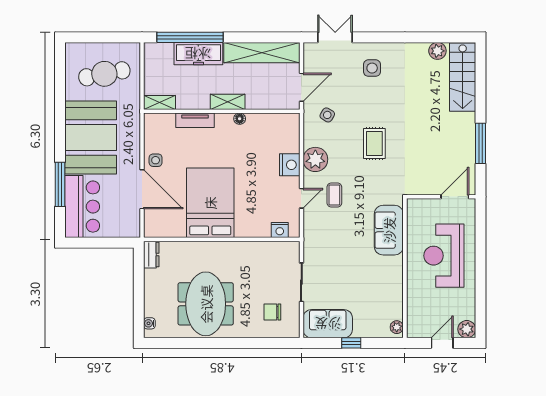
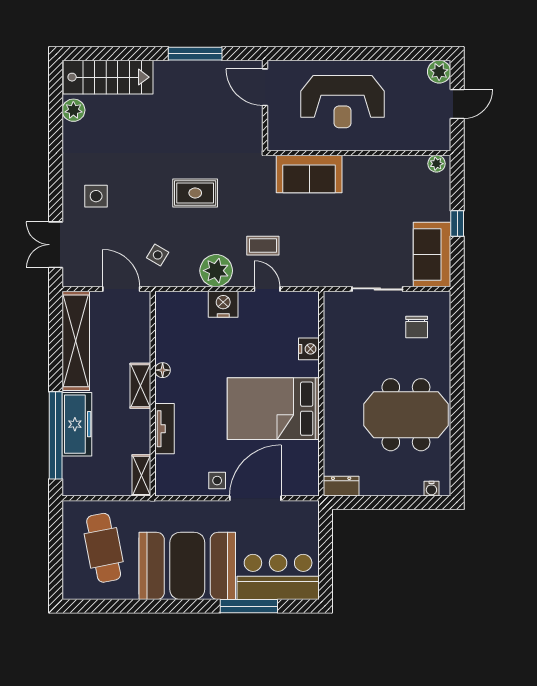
nightstand: (280, 230) -> (309, 349), moved
door: (442, 343) -> (457, 104), swing flipped

